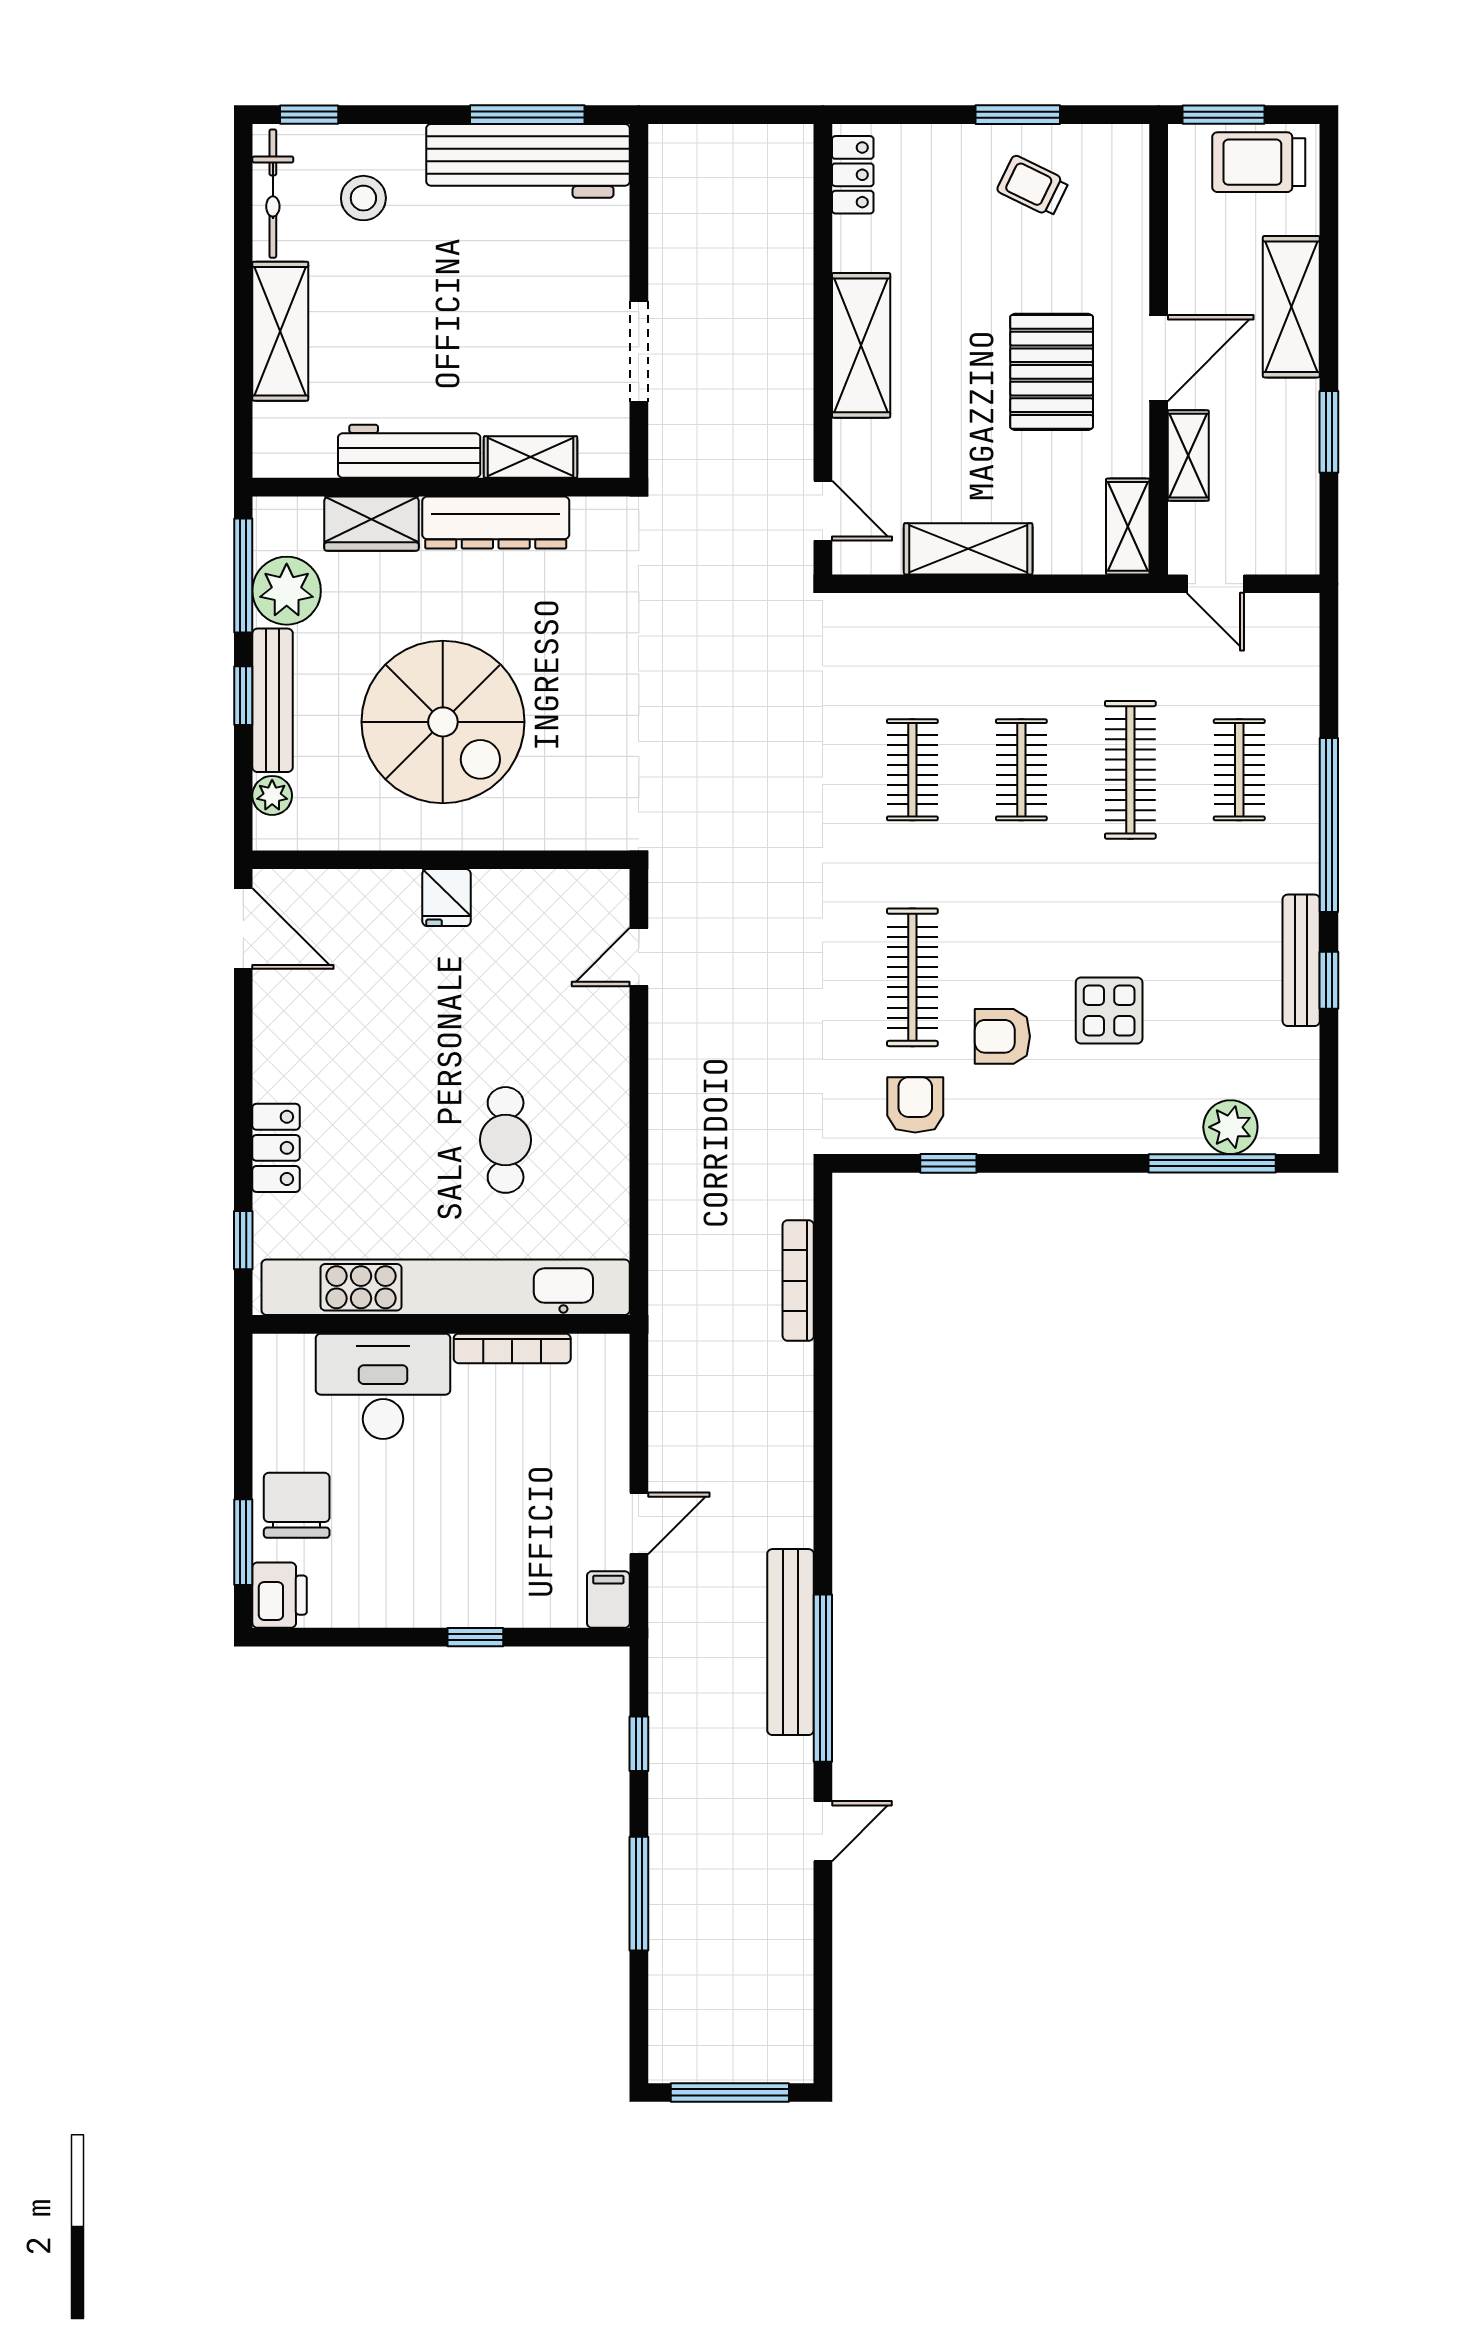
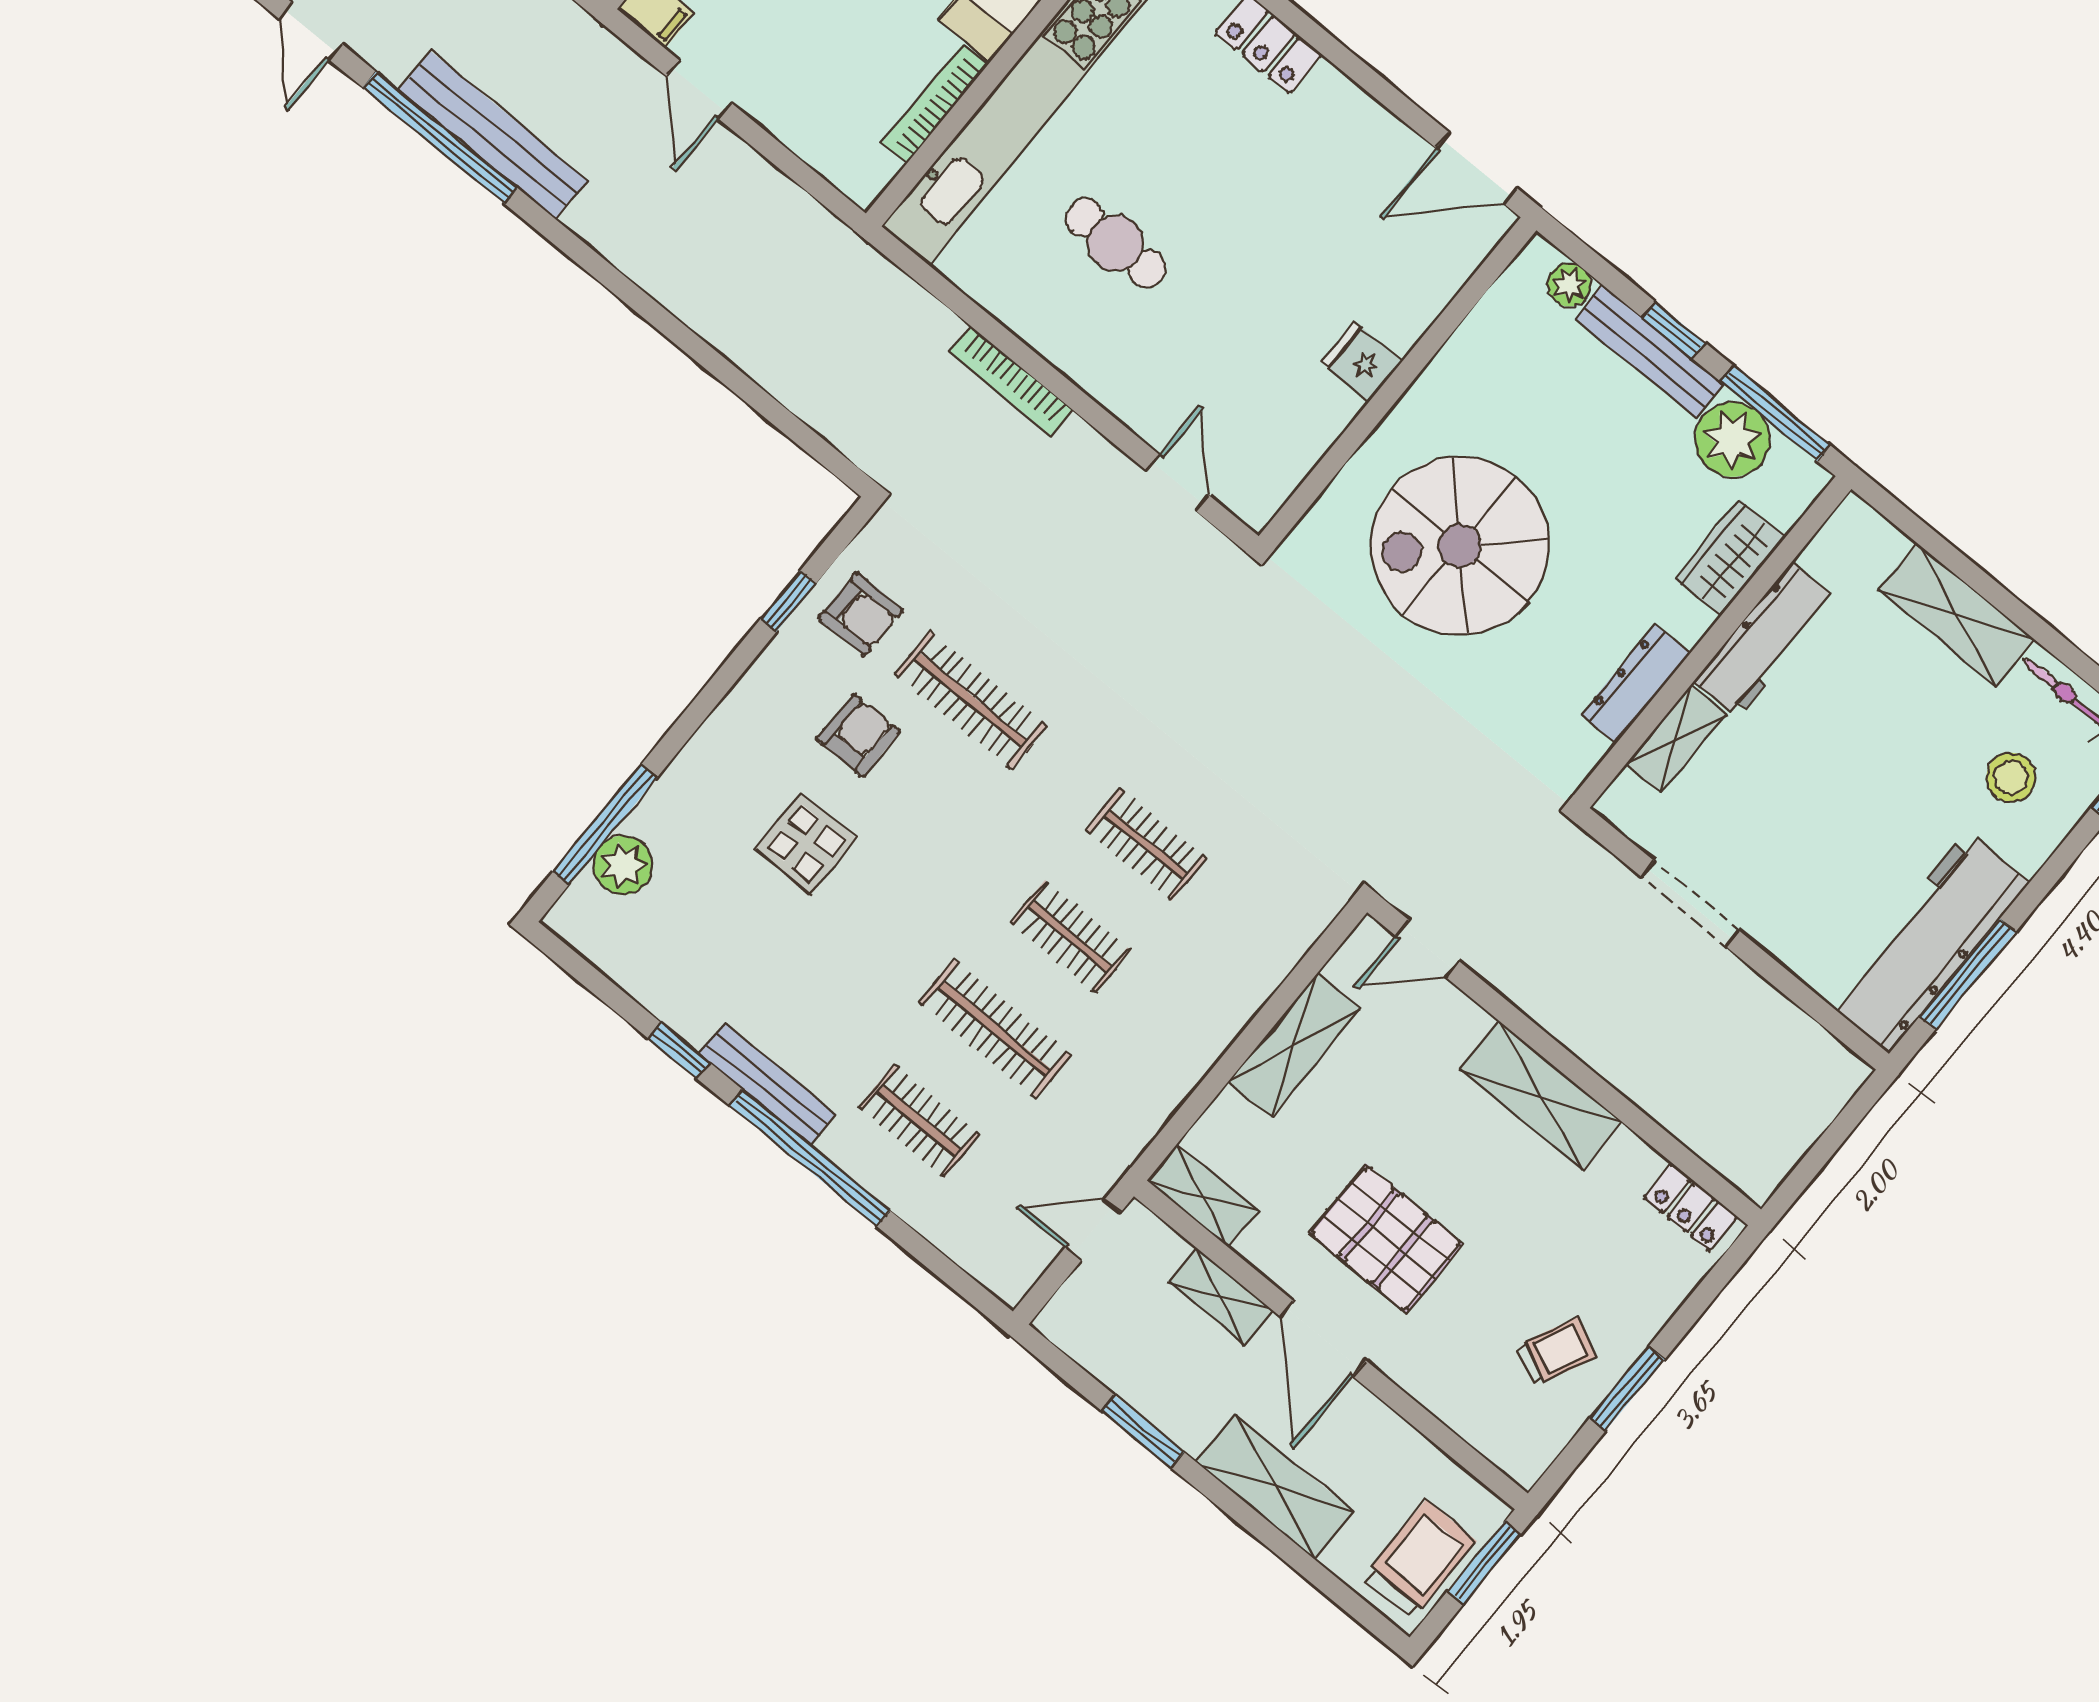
dresser: (496, 523) -> (1635, 684), width x0.73, depth x0.80
spiral stairs: (443, 722) -> (1460, 546), moved
bench: (1301, 960) -> (768, 1084), moved
bookcase: (798, 1281) -> (1011, 381), moved, turned 180

